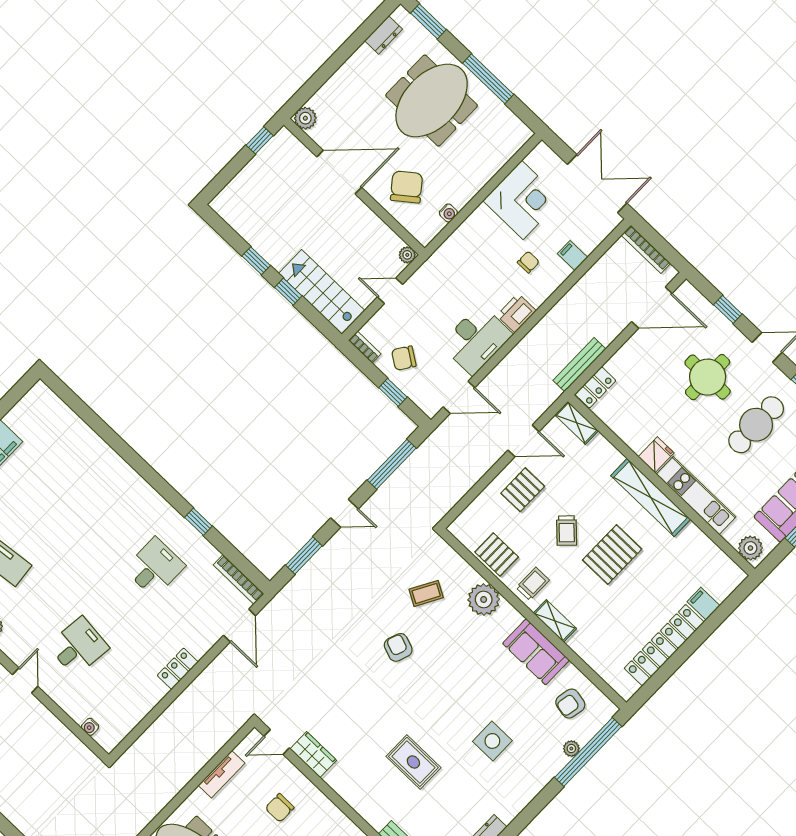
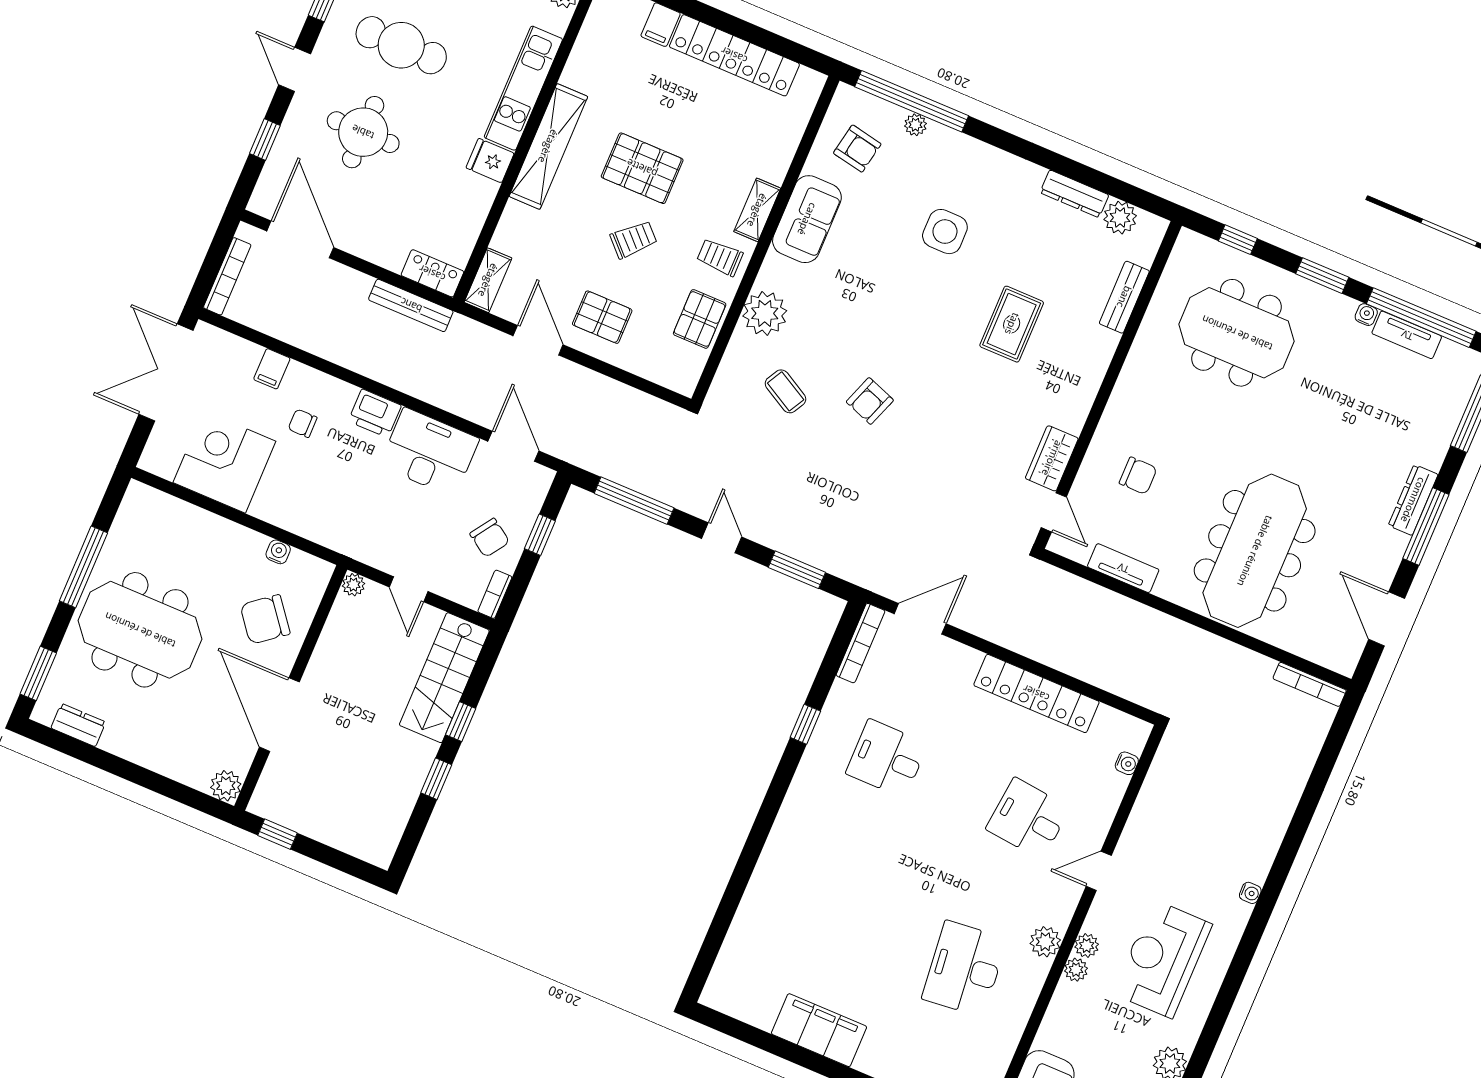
locker: (178, 669) -> (1036, 693), width x2.16, depth x1.21

